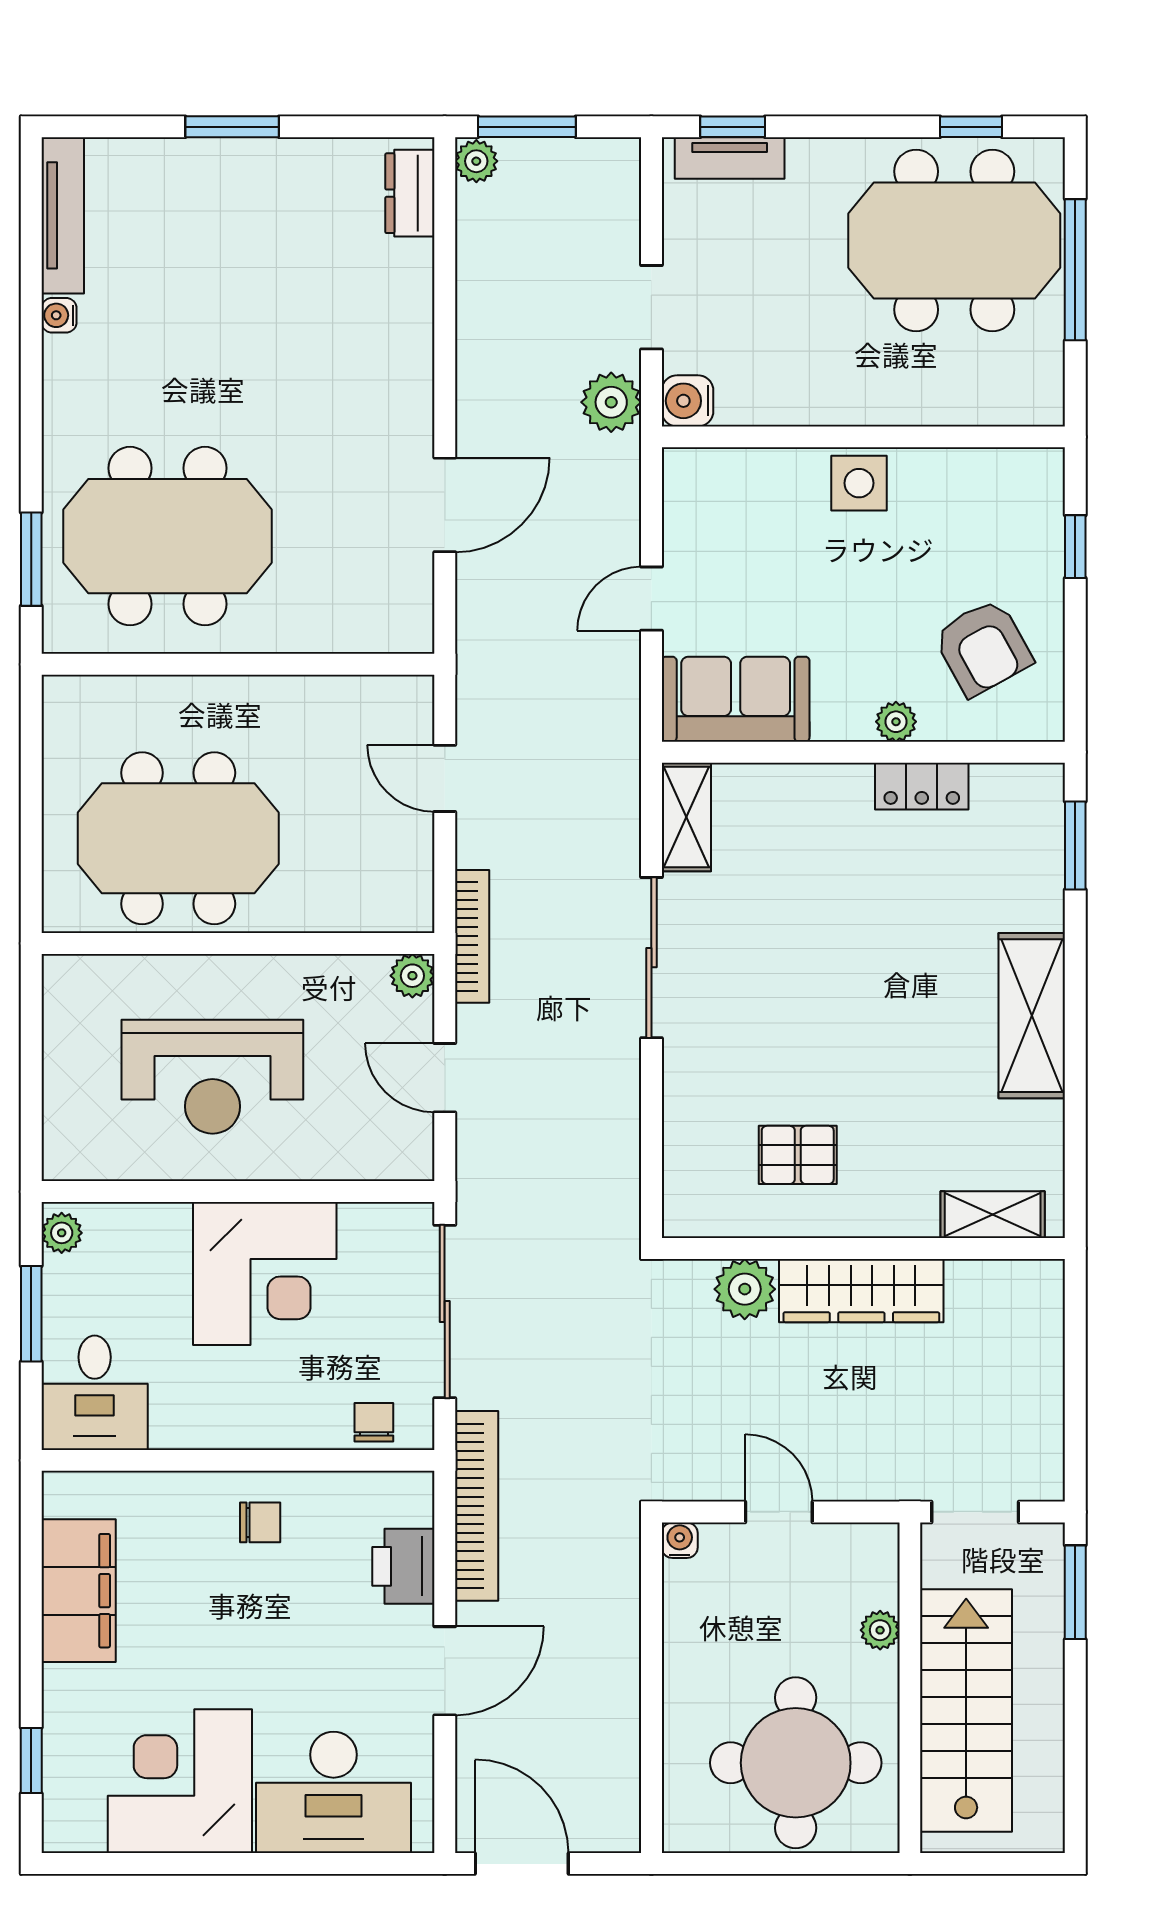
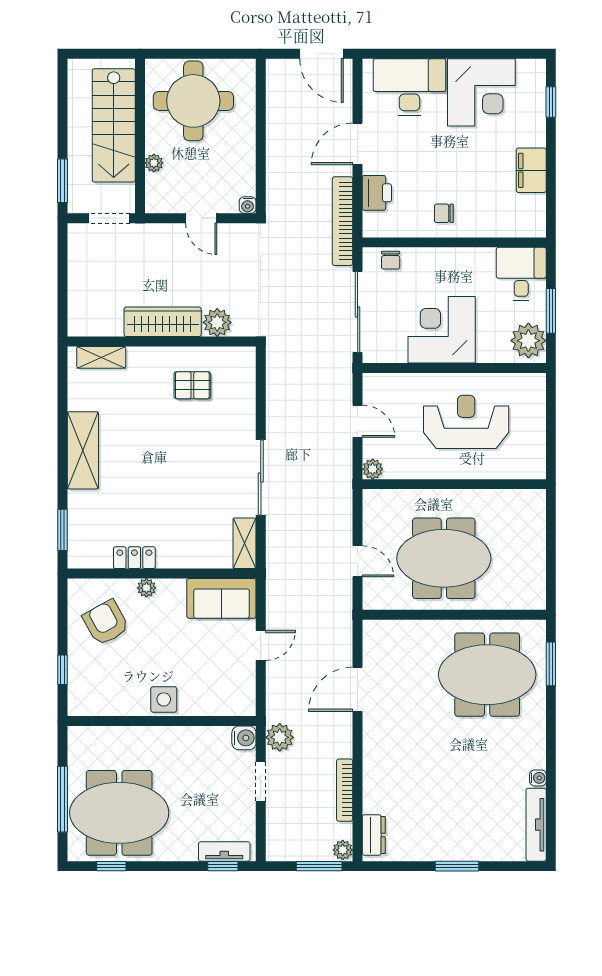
meeting table: (178, 838) -> (444, 558), moved
bookcase: (472, 936) -> (345, 790), moved
plant: (62, 1233) -> (528, 341), width x1.88, depth x1.88
filing cabinet: (79, 1591) -> (531, 170), width x0.67, depth x0.86

